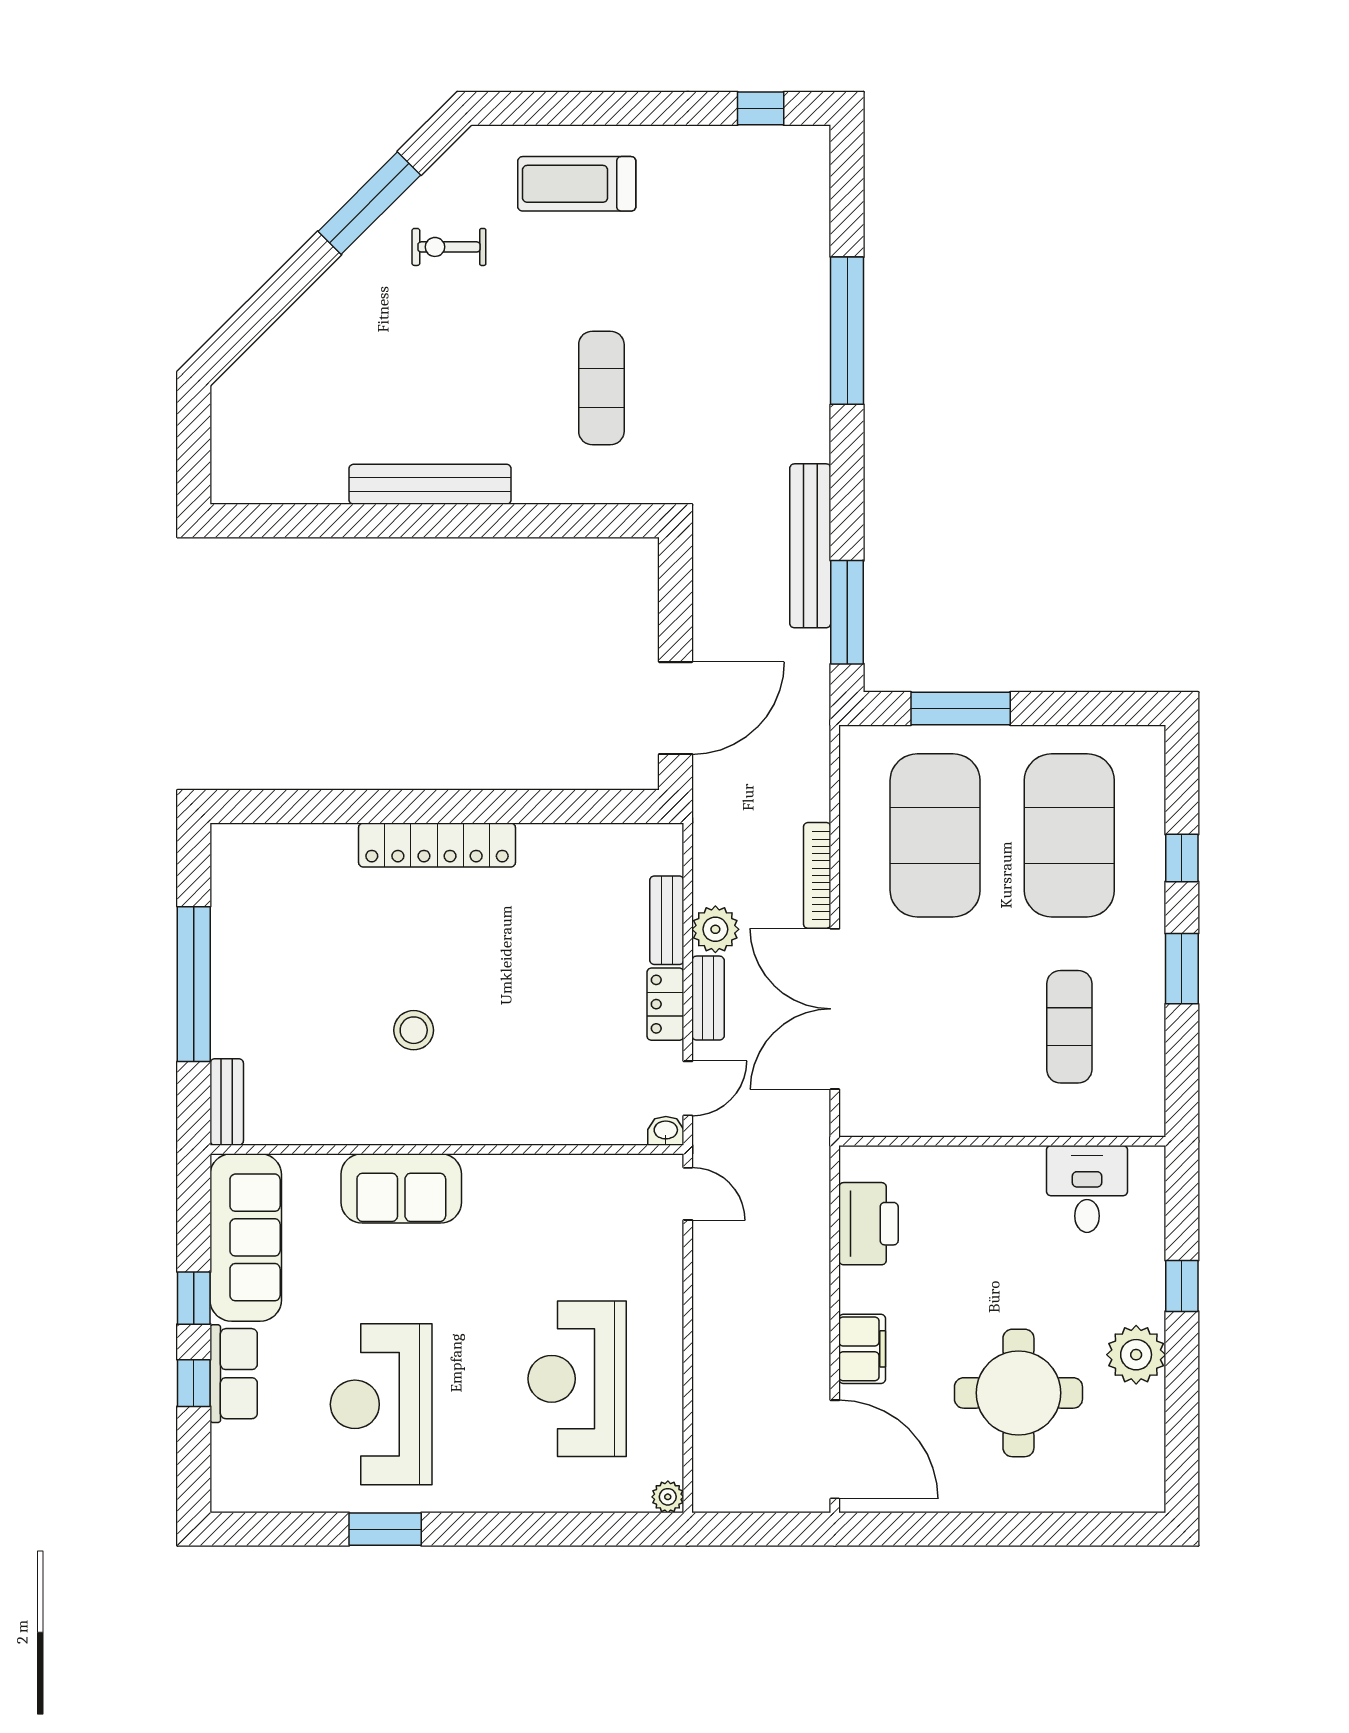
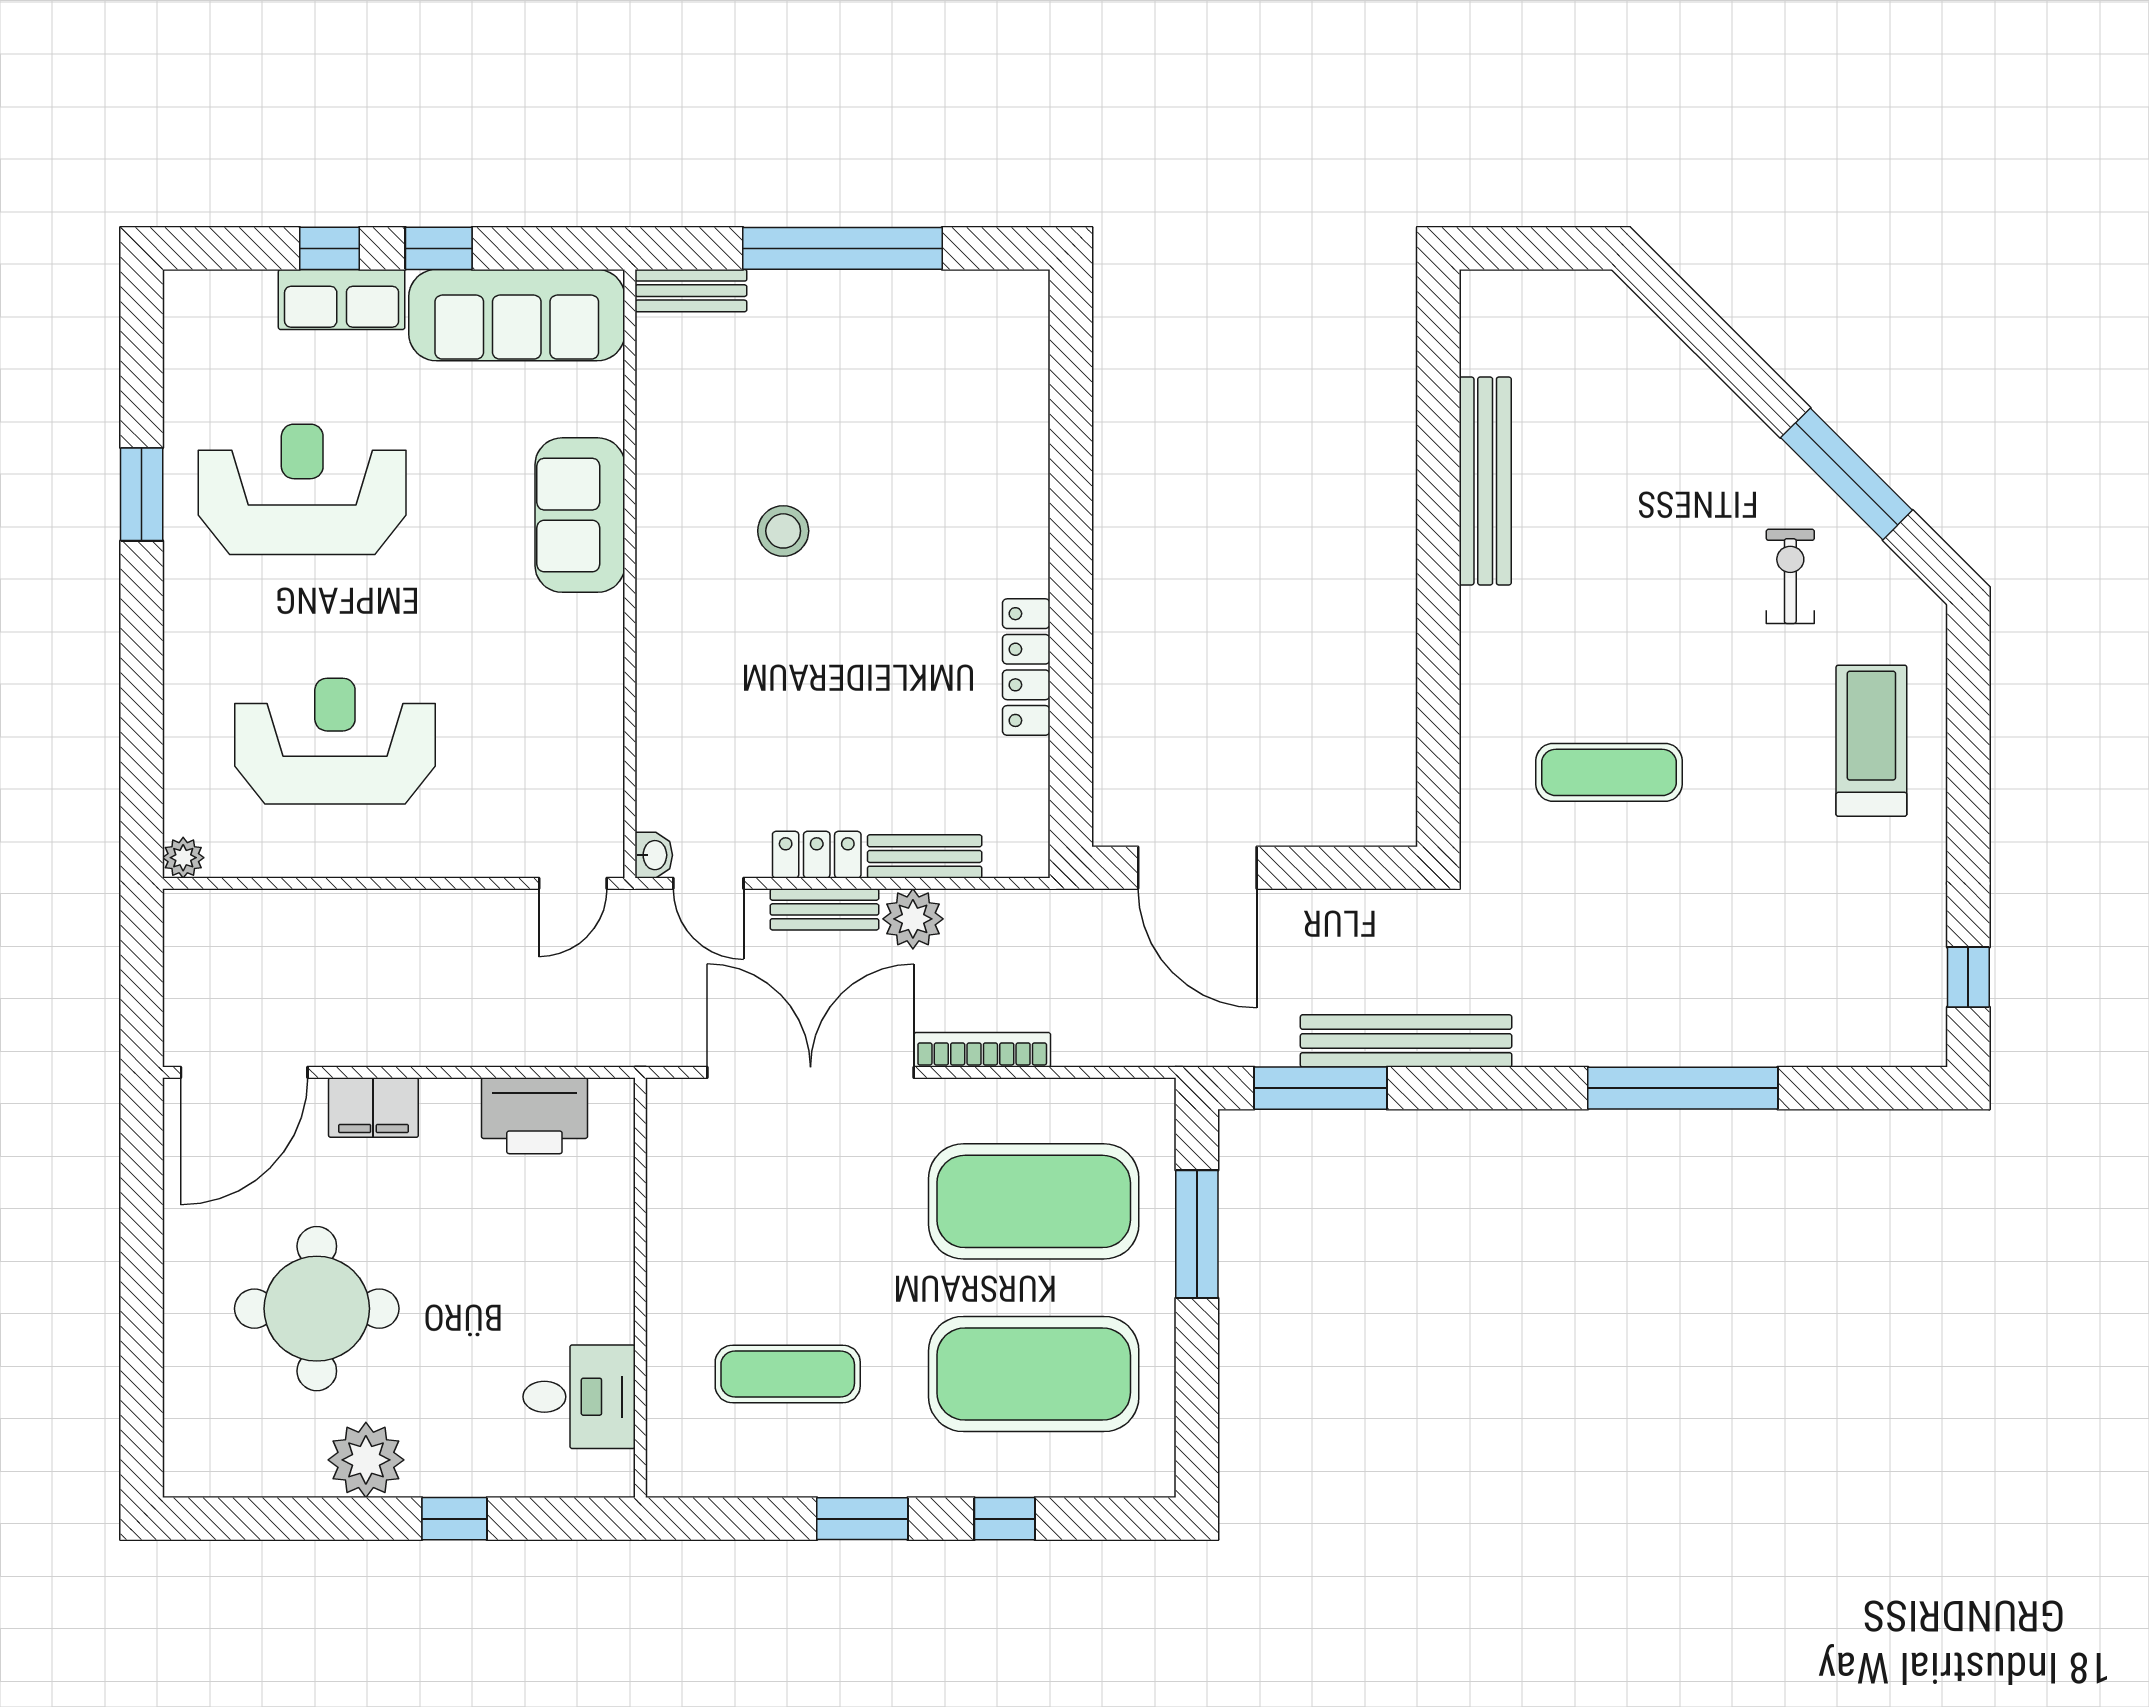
bench: (430, 484) -> (1485, 481), moved
locker: (437, 845) -> (1026, 667), moved, width x0.71, depth x0.83

